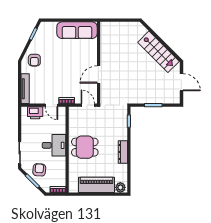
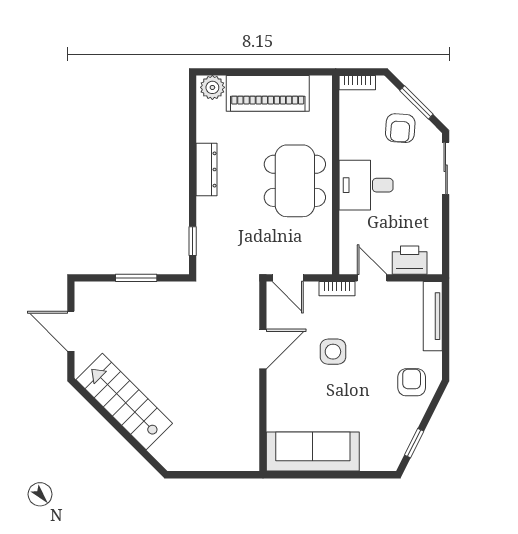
side table: (68, 73) -> (333, 352), added
dining table: (85, 147) -> (295, 181), width x1.38

